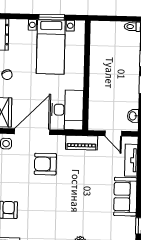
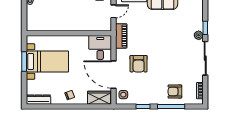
desk: (67, 110) -> (100, 47), width x0.73

